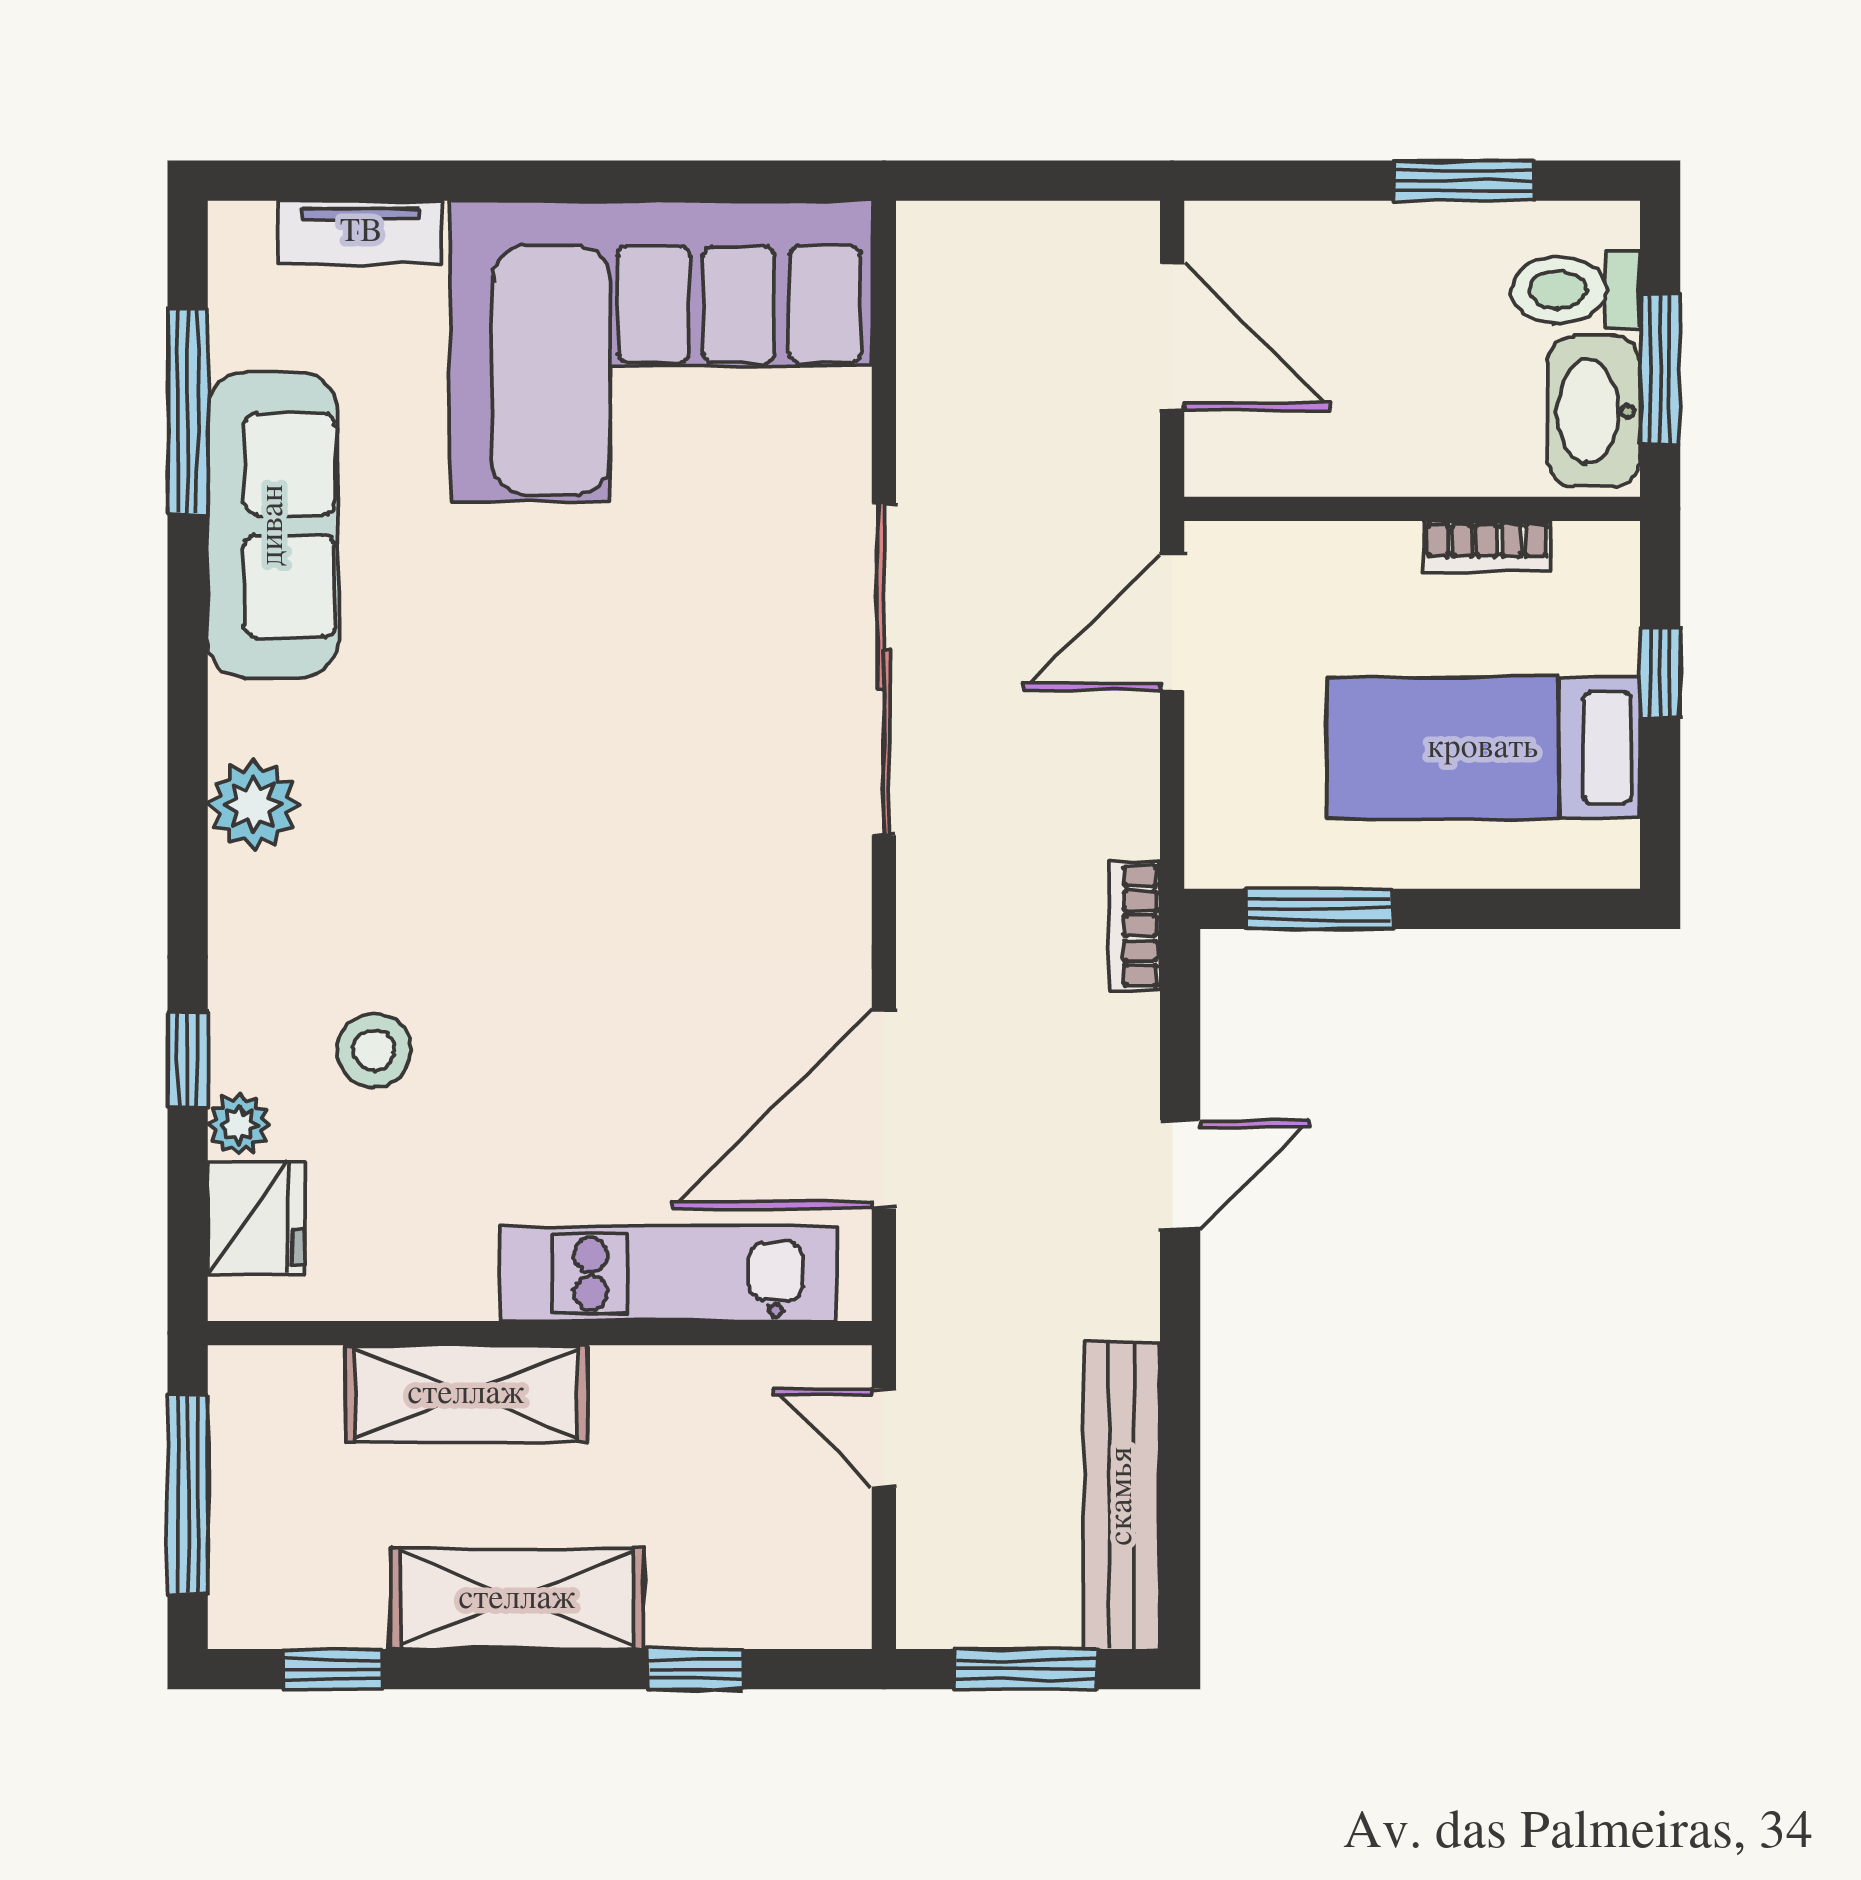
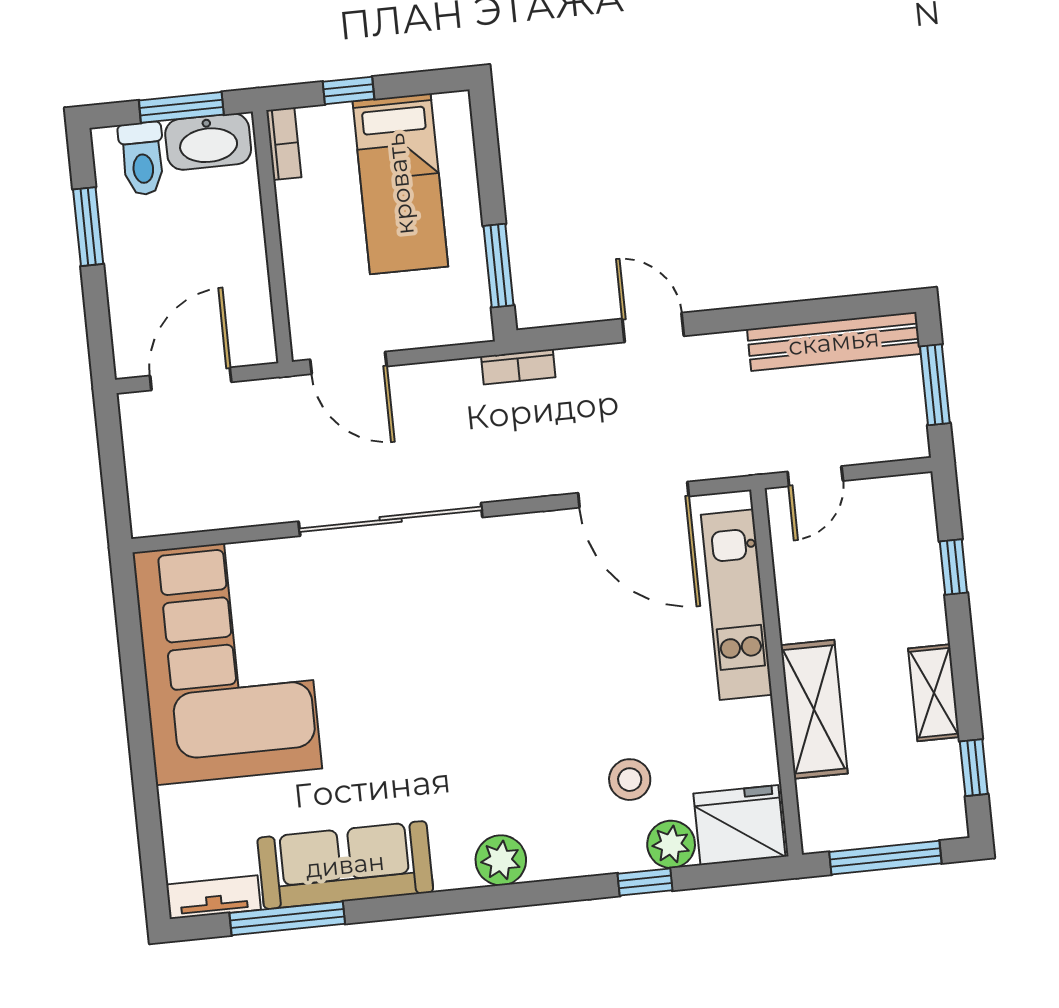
tv unit: (361, 232) -> (213, 897), moved, turned -90
bookcase: (1487, 546) -> (284, 144), moved
plant: (239, 1124) -> (671, 844), width x1.38, depth x1.38
fridge: (256, 1218) -> (739, 825), width x1.36, depth x1.34
shelving: (517, 1599) -> (934, 693), width x0.67, depth x0.75

